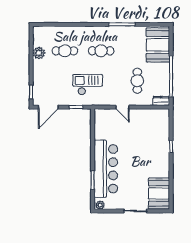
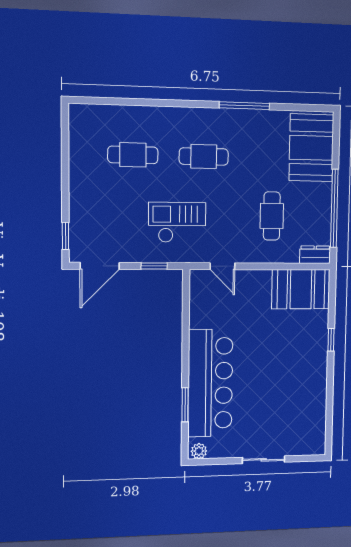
plant: (39, 53) -> (81, 158), removed
door: (123, 107) -> (222, 266), moved
booth: (159, 193) -> (301, 289), moved, turned 90

